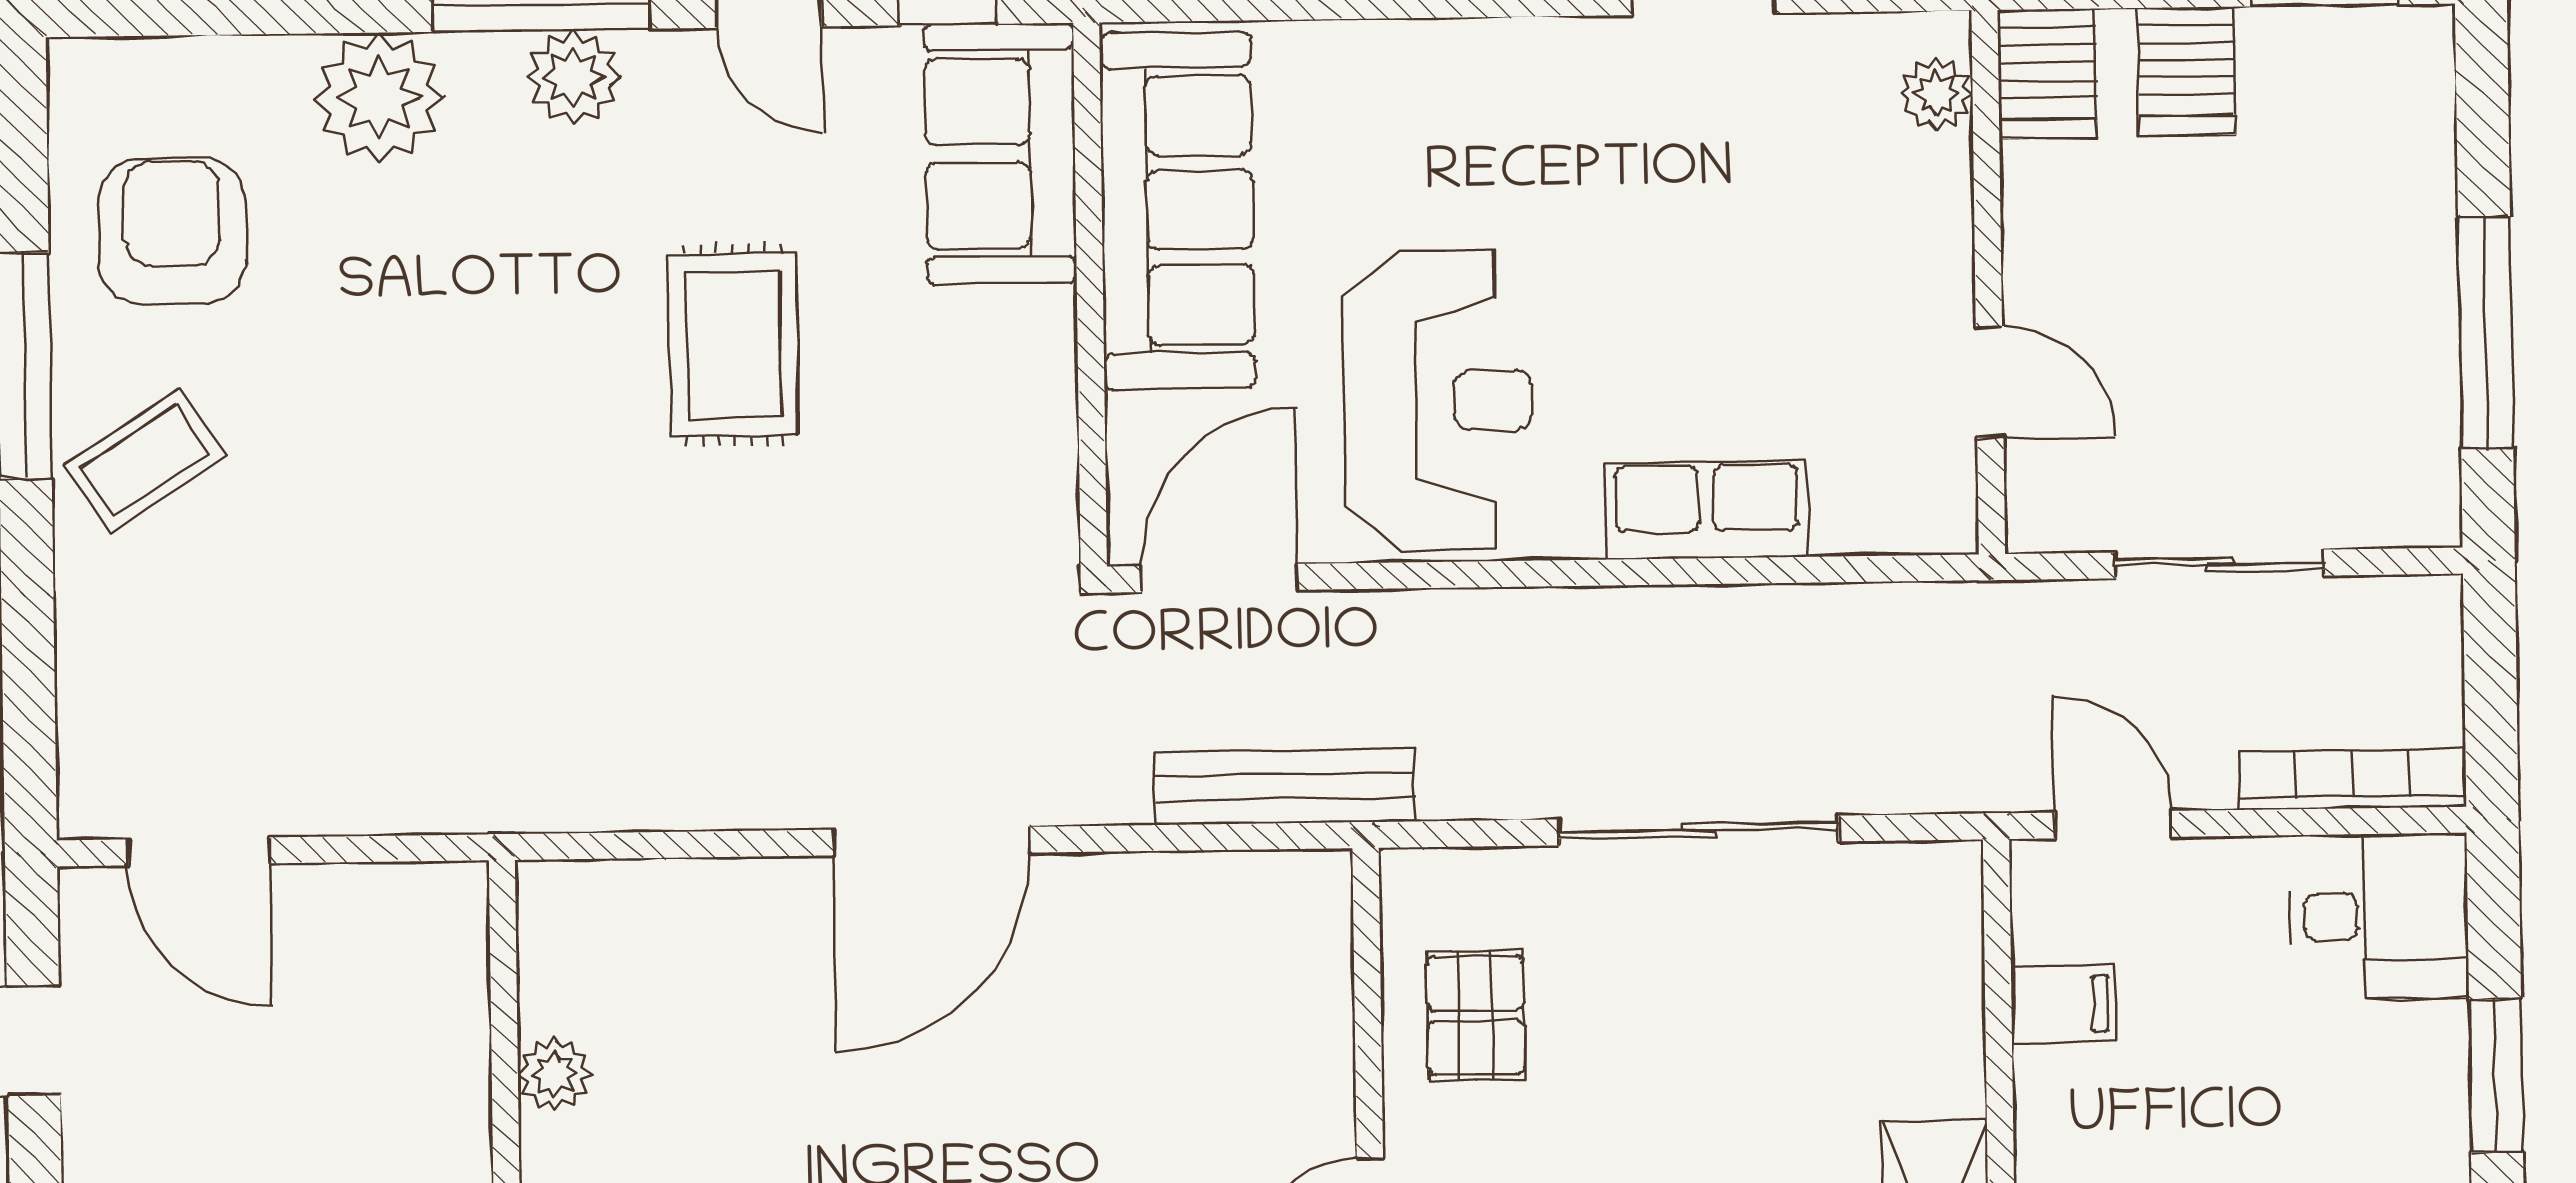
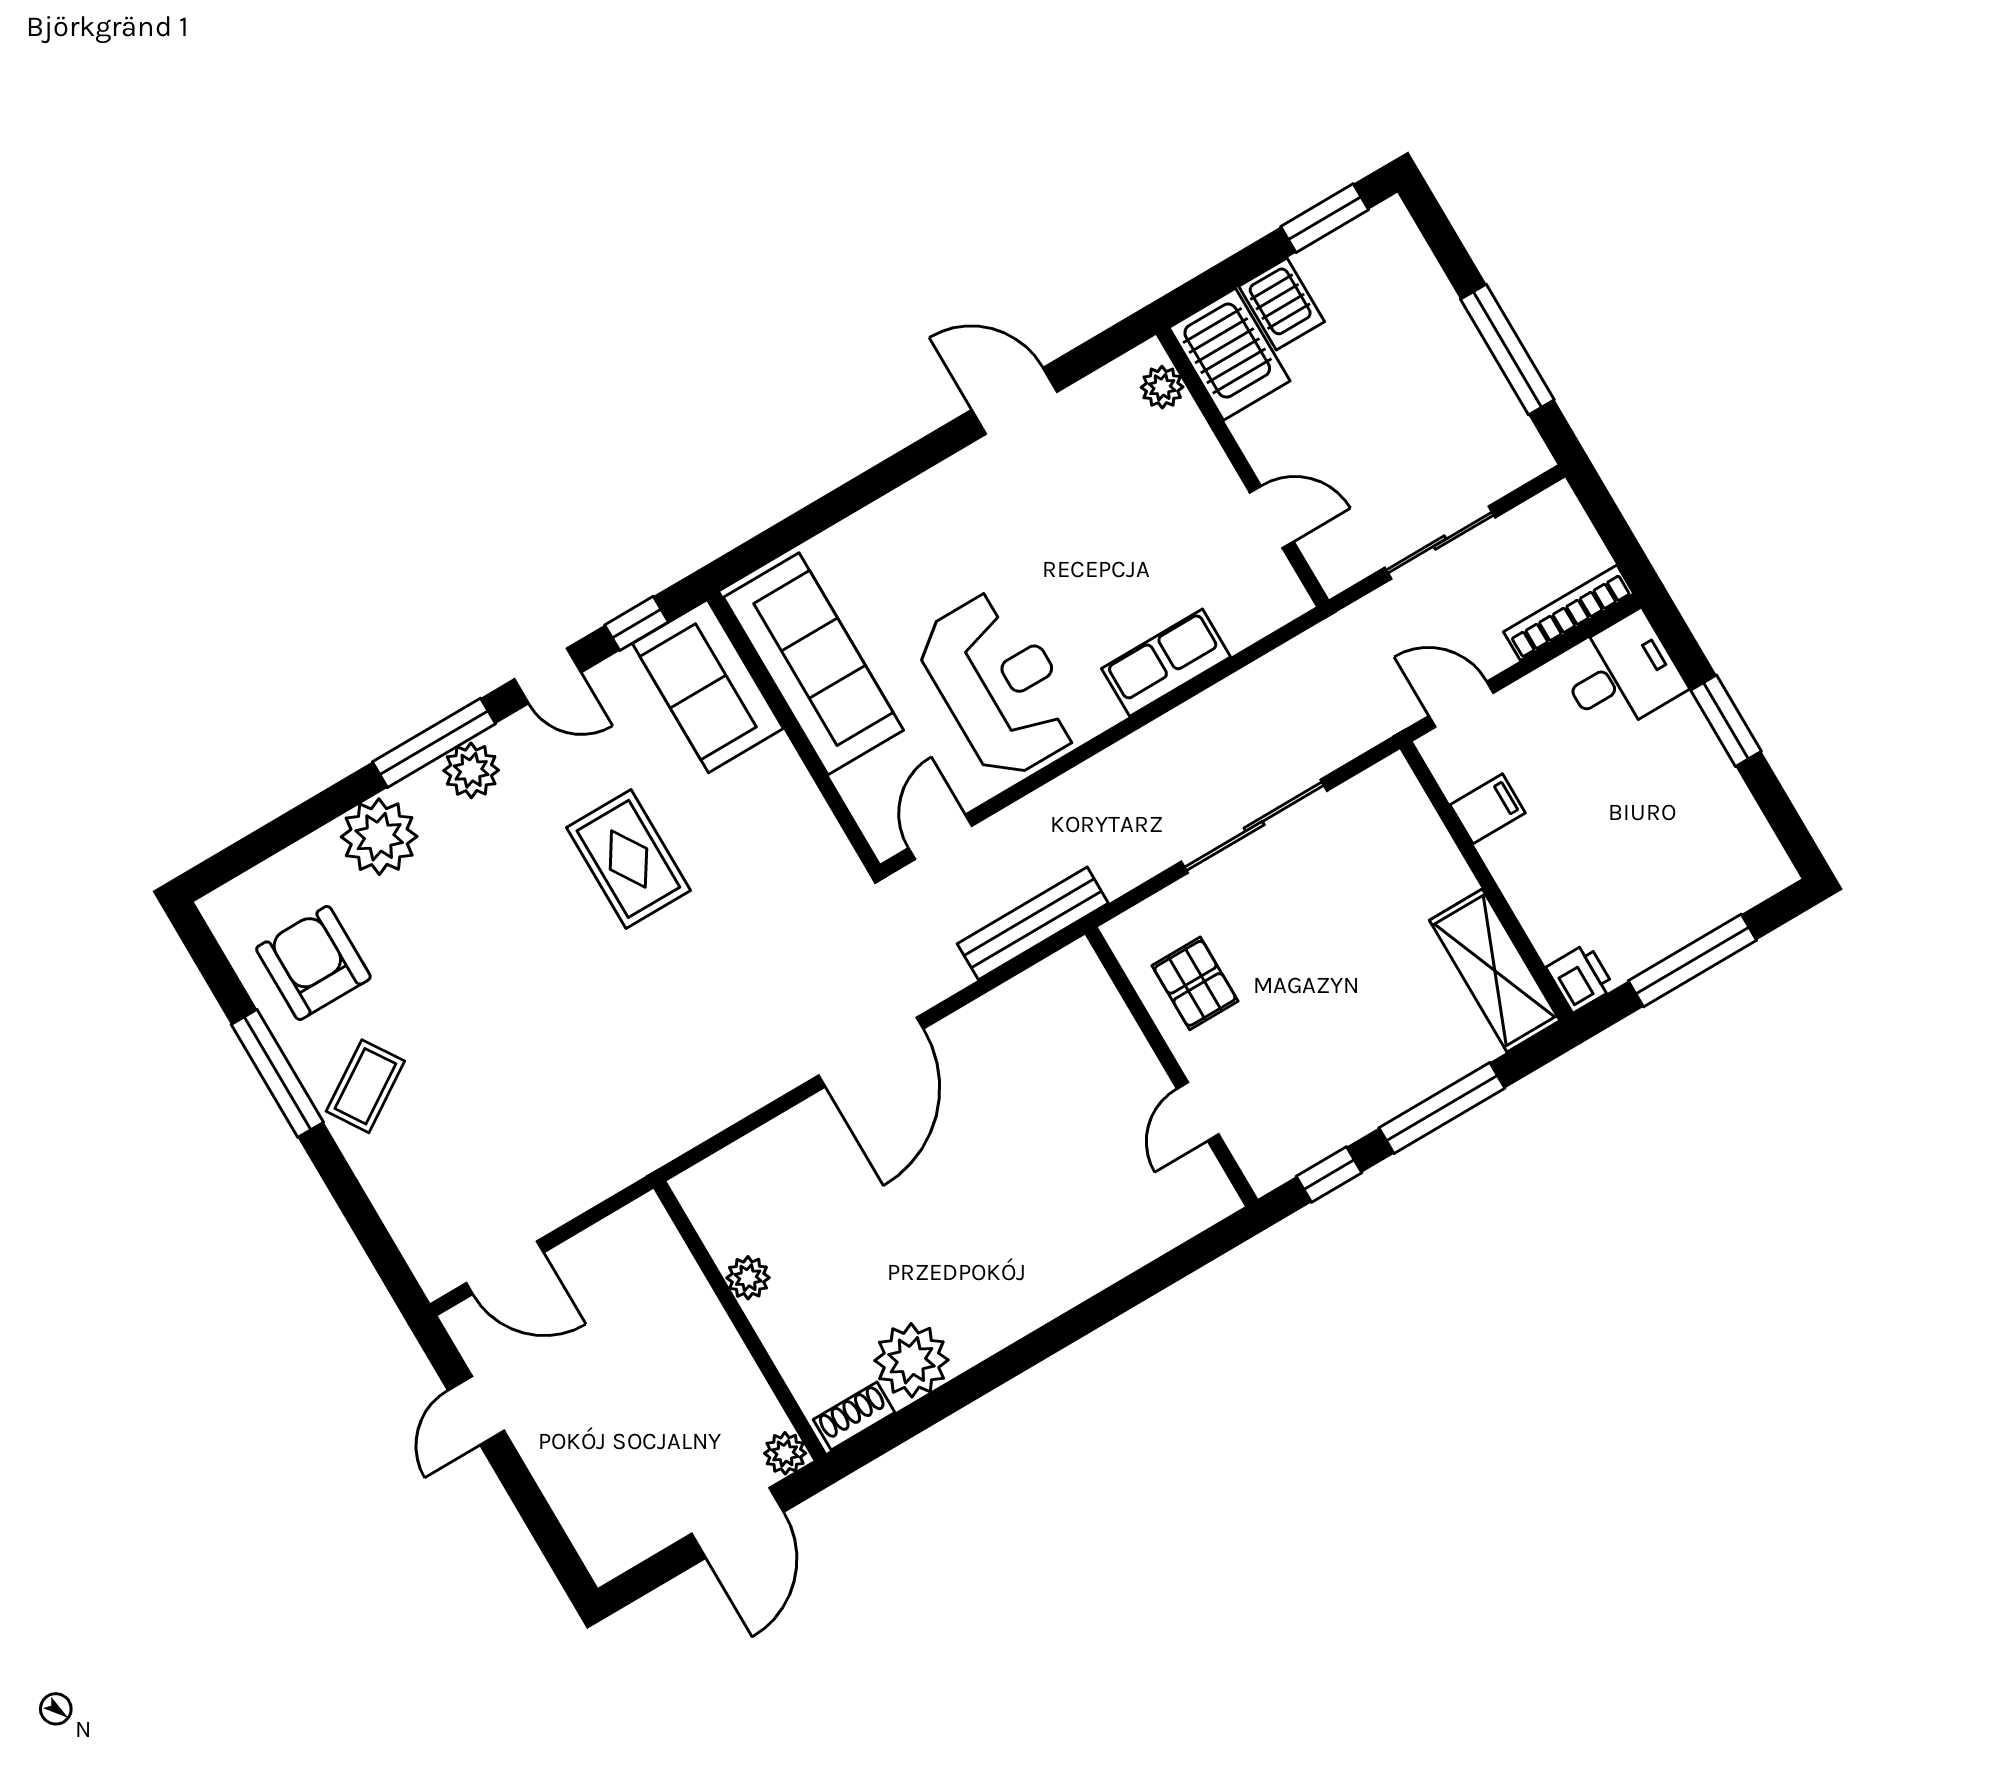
server rack: (2047, 74) -> (1229, 354), width x1.36, depth x1.44
door: (1219, 578) -> (940, 837), width x0.73

